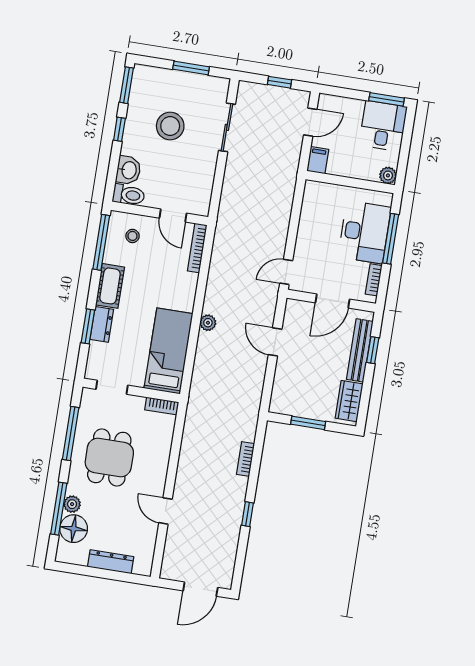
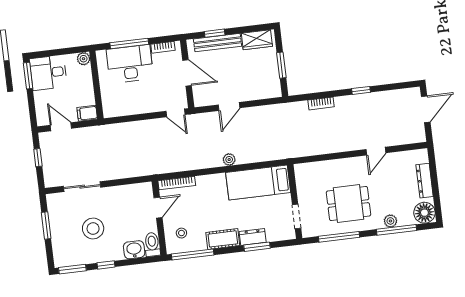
bookcase: (162, 406) -> (300, 176), removed
floor lamp: (74, 529) -> (424, 213), moved
door: (200, 589) -> (426, 109), hinge flipped

